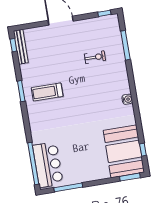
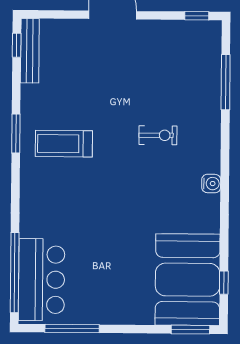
exercise bike: (95, 57) -> (158, 135), moved

